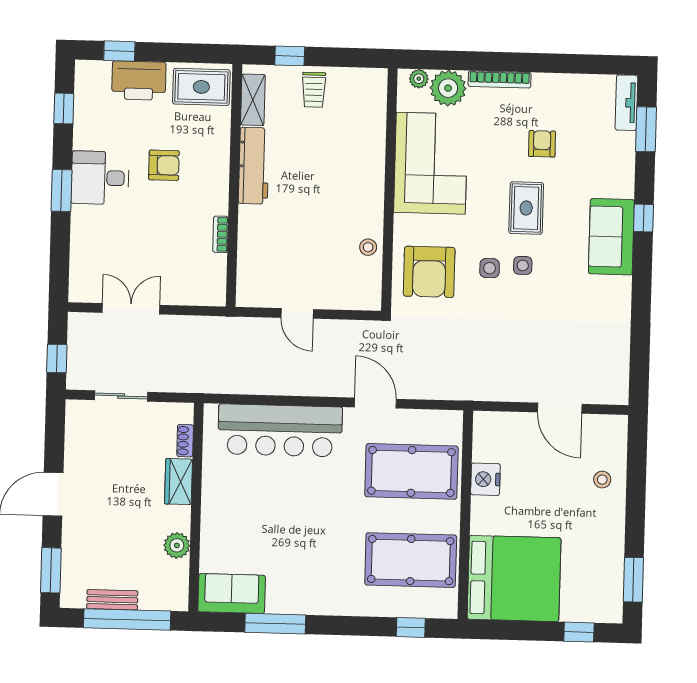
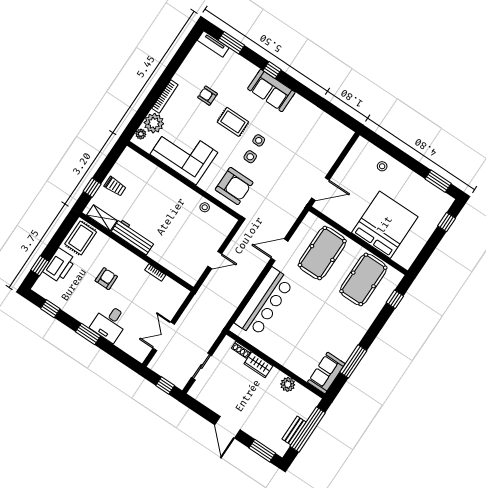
desk: (100, 178) -> (110, 323), moved
door: (560, 408) -> (320, 189), moved
nightstand: (485, 479) -> (348, 221), removed
bed: (514, 579) -> (385, 225), moved

